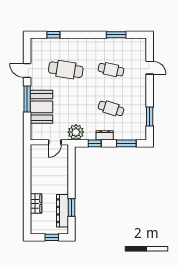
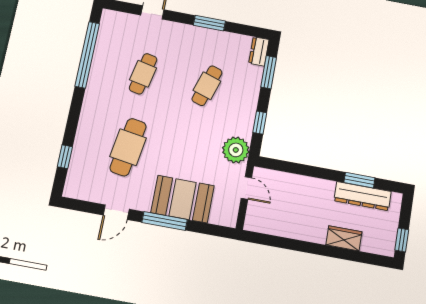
window: (116, 35) -> (87, 55), width x2.11
window: (150, 117) -> (209, 23), moved
dresser: (105, 135) -> (259, 51), moved
window: (52, 237) -> (402, 240), moved

